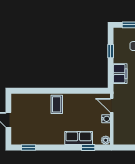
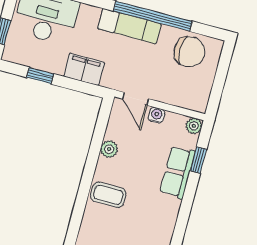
plant: (81, 98) -> (109, 149), added
door: (112, 105) -> (136, 99), hinge flipped

